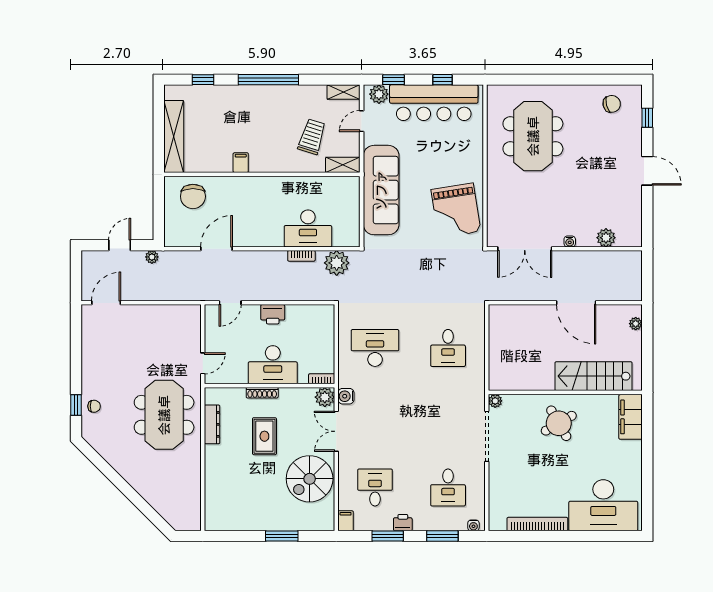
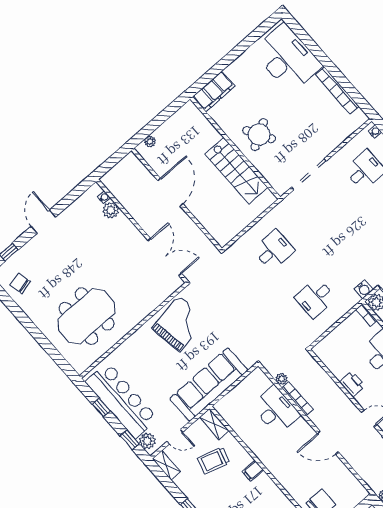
filing cabinet: (241, 163) -> (253, 471), moved
water cooler: (570, 241) -> (104, 197), moved
door: (217, 249) -> (328, 443), moved
bookcase: (301, 256) -> (297, 399), width x1.56
plant: (337, 263) -> (281, 379), width x0.53, depth x0.53
desk: (375, 348) -> (315, 298), width x0.73
stairs: (593, 376) -> (236, 171), moved
plant: (495, 401) -> (281, 189), removed

